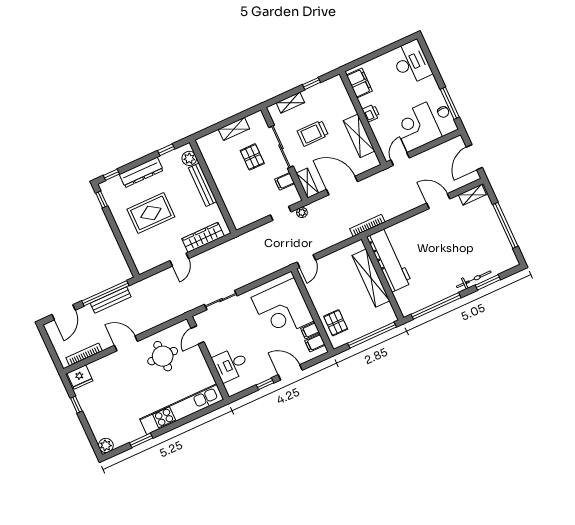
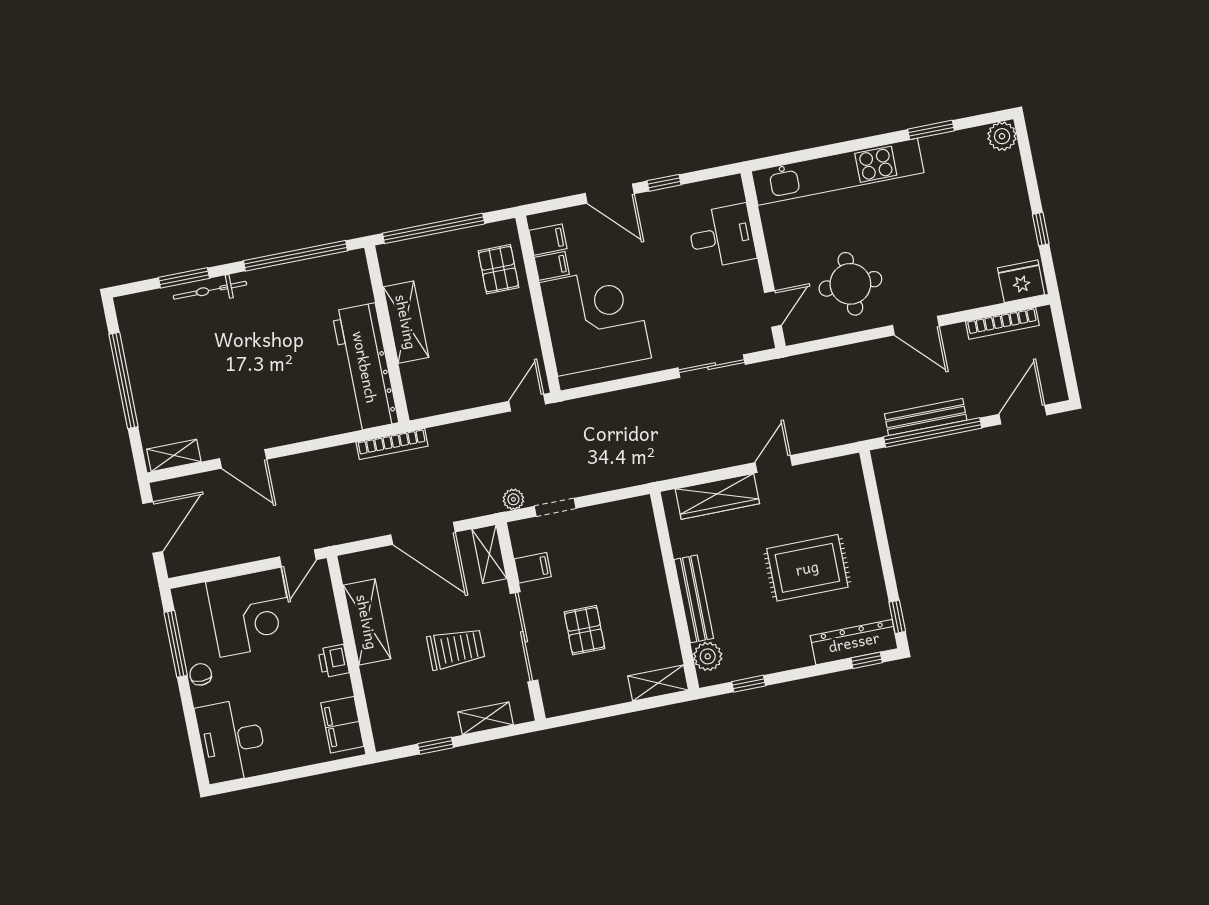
chair: (443, 112) -> (201, 674), moved
shelving: (234, 129) -> (658, 683), moved
dresser: (141, 172) -> (854, 642), moved
shelving: (371, 278) -> (406, 322), width x0.68

